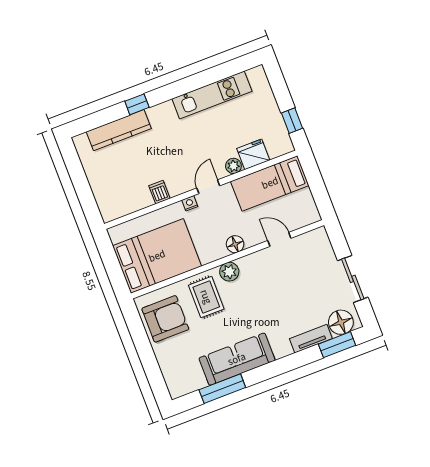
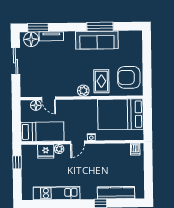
dishwasher: (159, 192) -> (135, 149), moved
floor lamp: (235, 244) -> (36, 105), moved
window: (222, 389) -> (100, 27), moved

